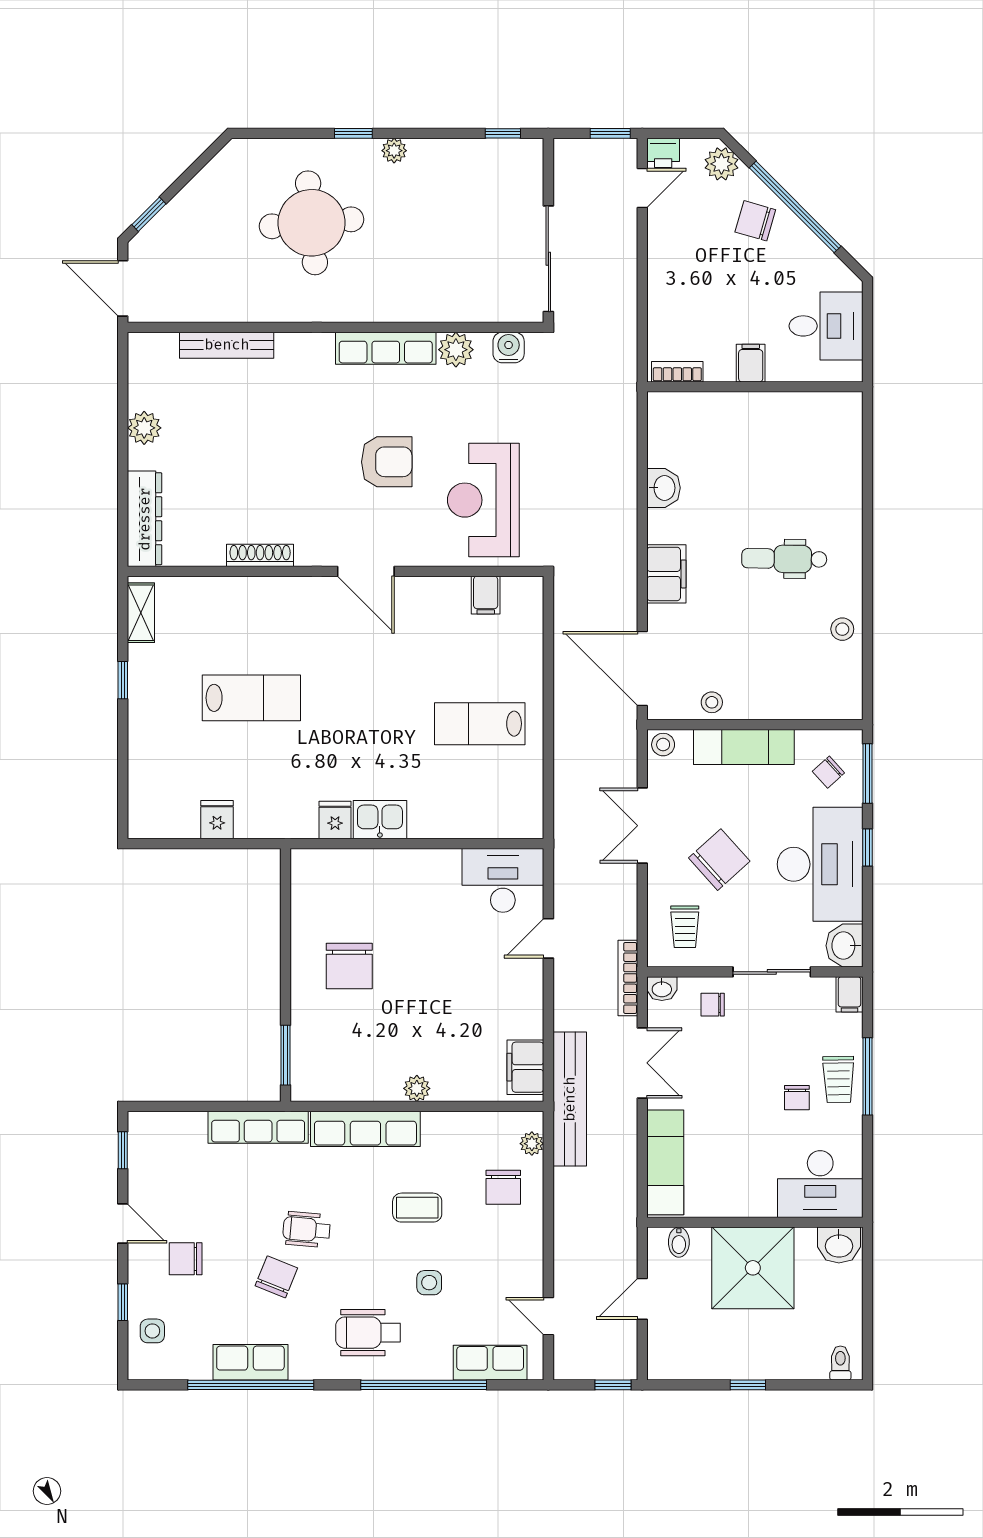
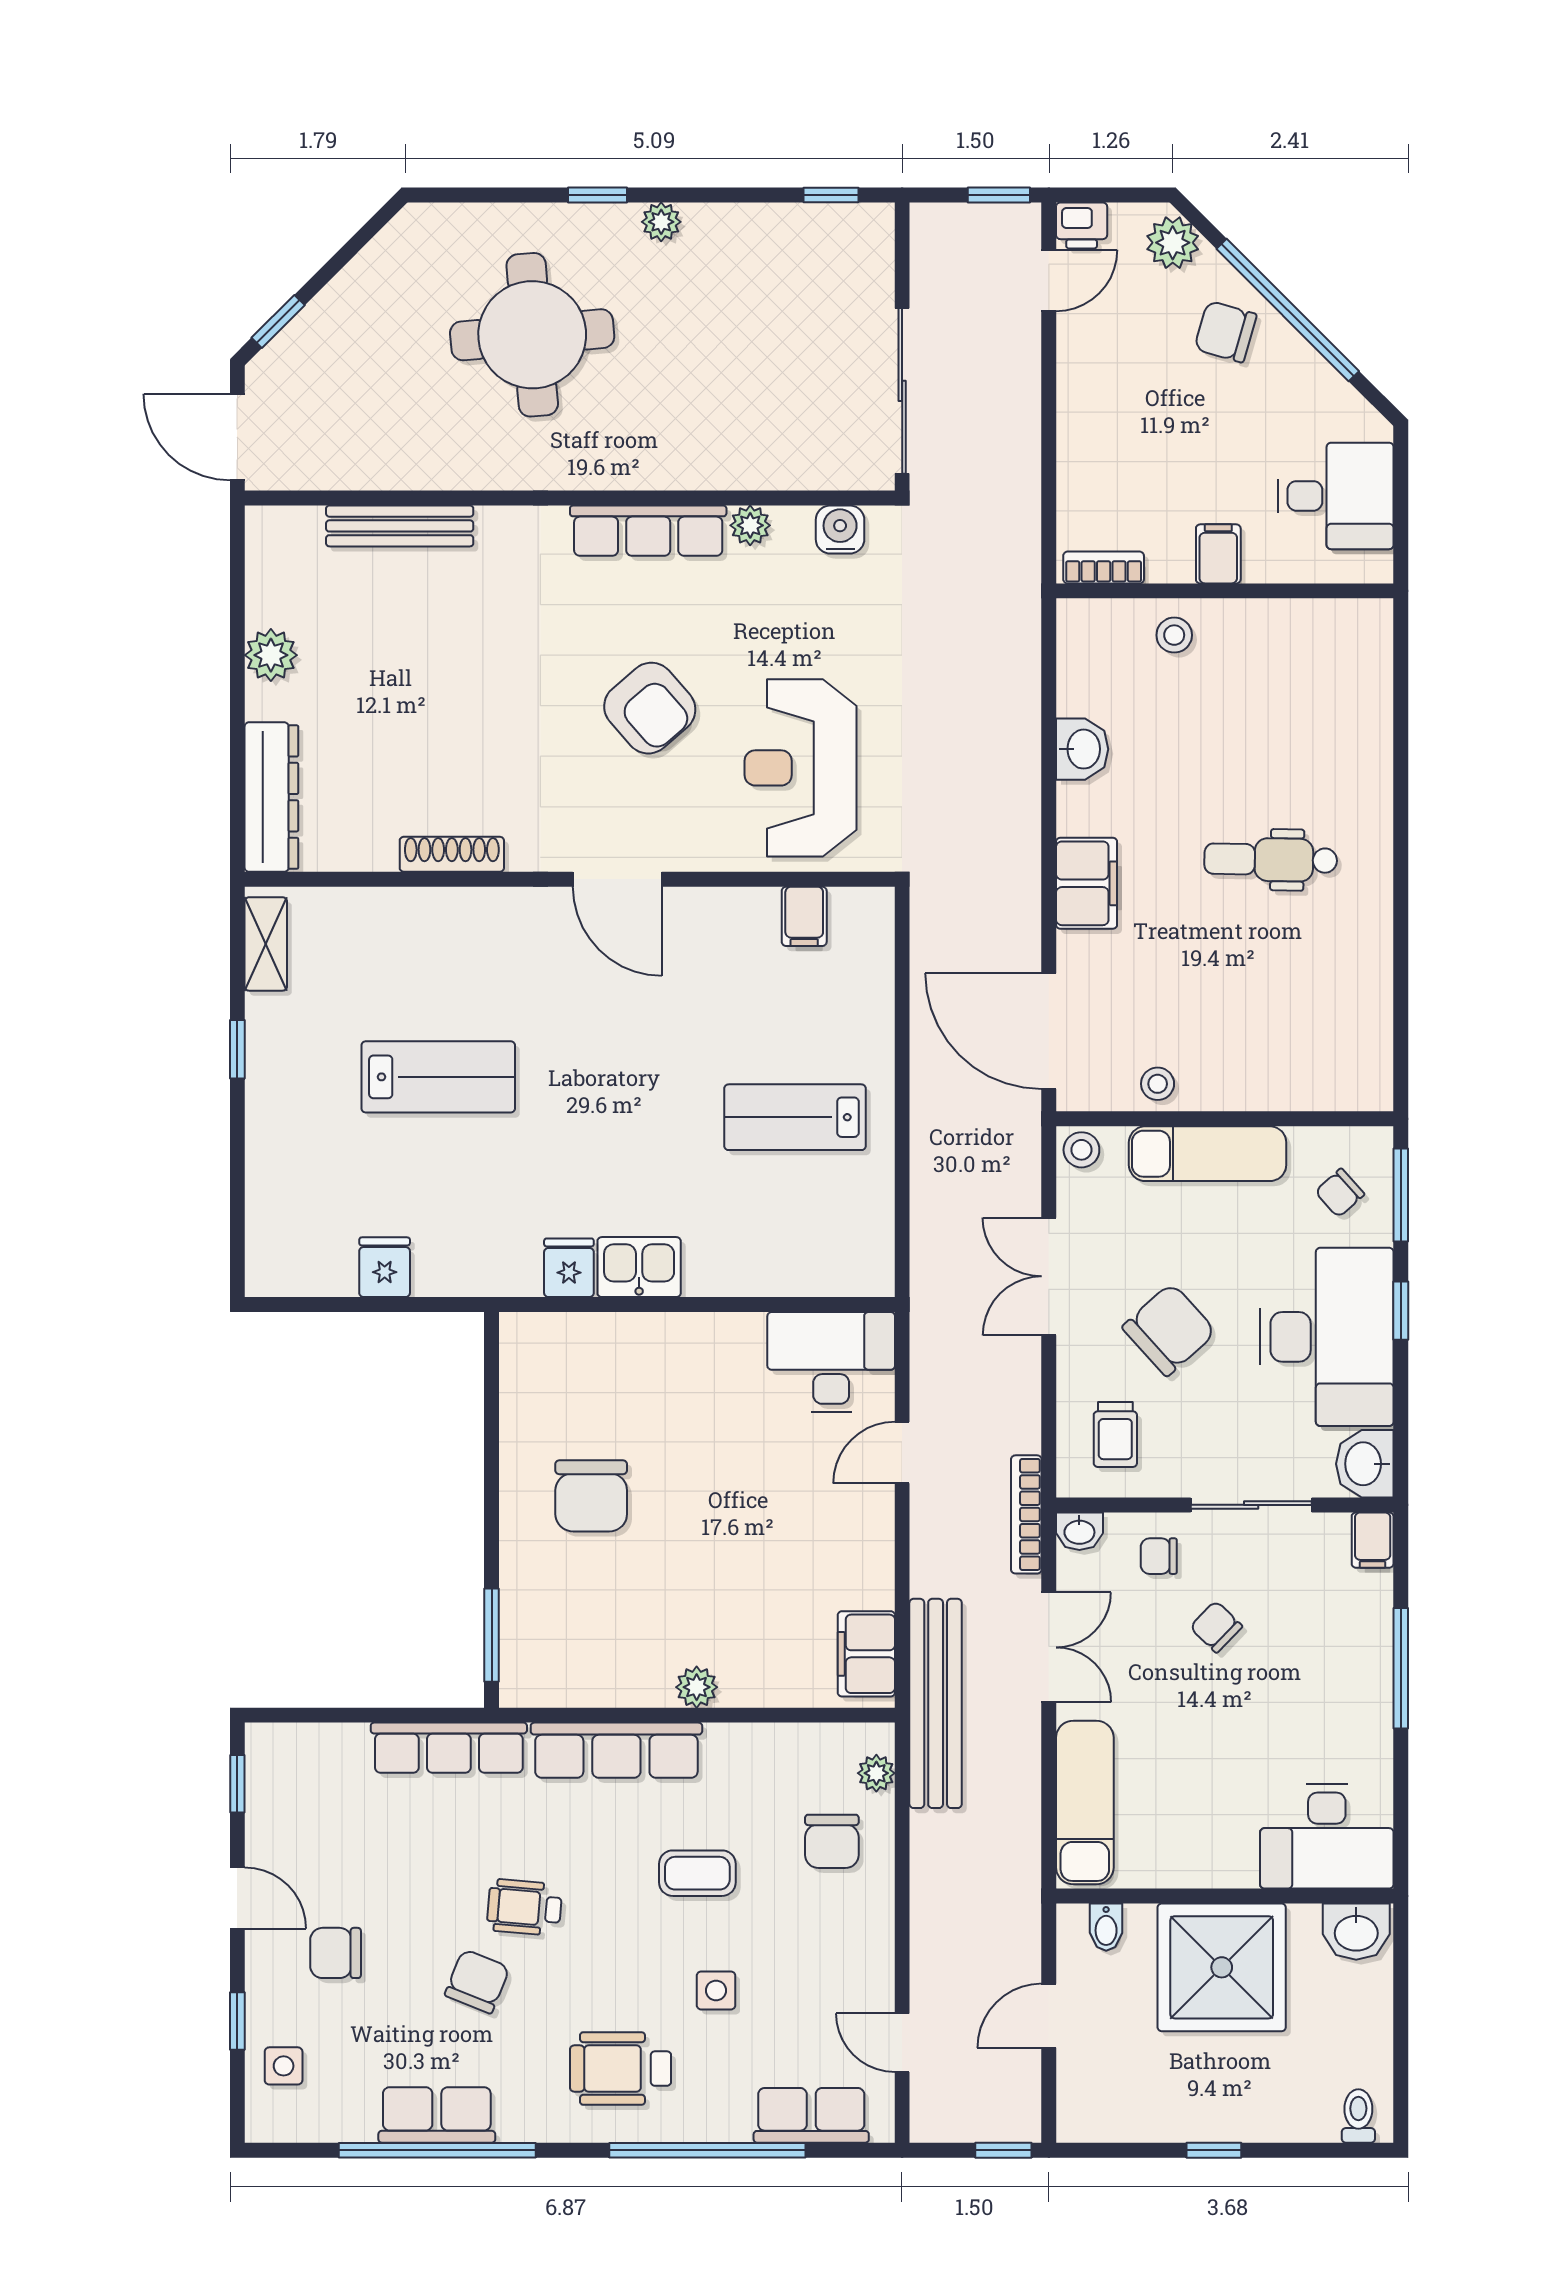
plant: (456, 350) -> (750, 525), width x0.73, depth x0.73
armchair: (387, 462) -> (650, 708), turned 49
stool: (842, 629) -> (1174, 635), moved
trolley: (838, 1079) -> (1355, 1673), removed
chair: (797, 1098) -> (1216, 1627), moved, turned 134

